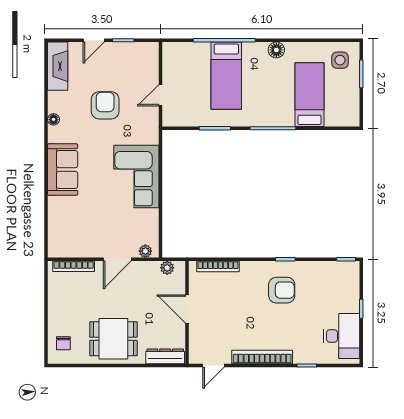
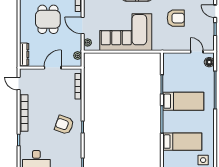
floor lamp: (276, 50) -> (209, 62), moved
bed: (226, 76) -> (183, 101), moved, turned 180
door: (160, 95) -> (197, 52), moved
corner sofa: (136, 177) -> (126, 32), width x1.36, depth x1.36
armchair: (282, 290) -> (64, 125), turned 110
dining table: (113, 339) -> (48, 19), moved

